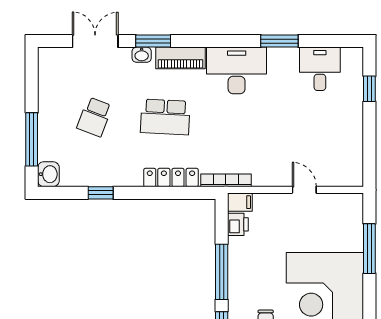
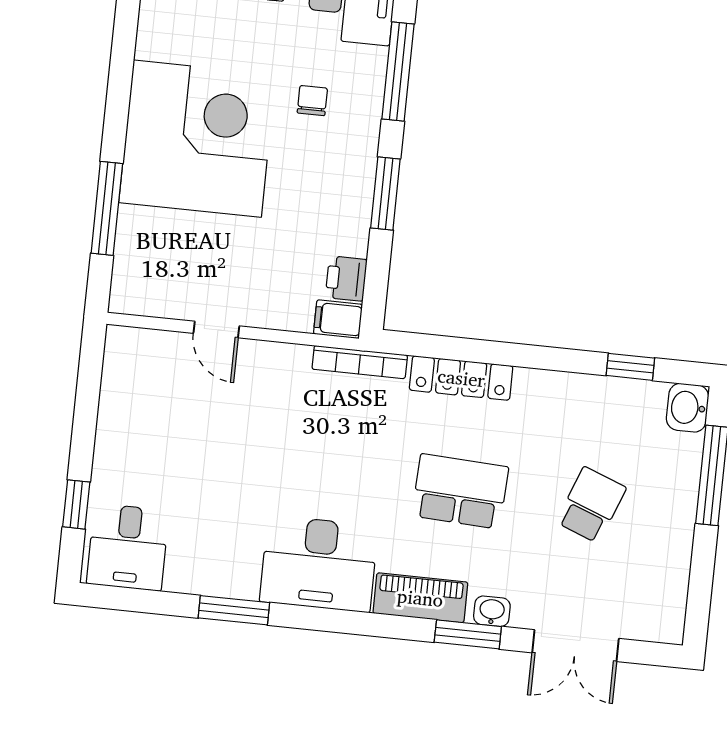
desk: (320, 69) -> (128, 547), moved
window: (101, 193) -> (630, 367), moved
window: (222, 272) -> (385, 194), width x0.69

